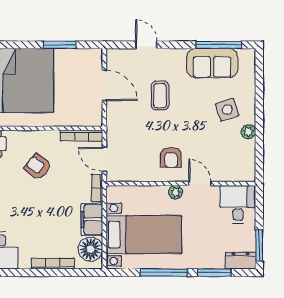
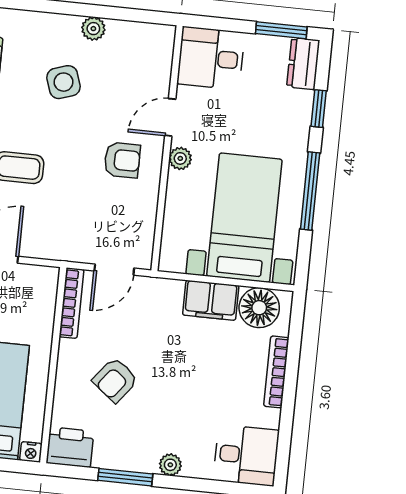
side table: (227, 110) -> (64, 82), moved
bookcase: (97, 188) -> (160, 287), removed
window: (214, 273) -> (319, 109), width x0.67

